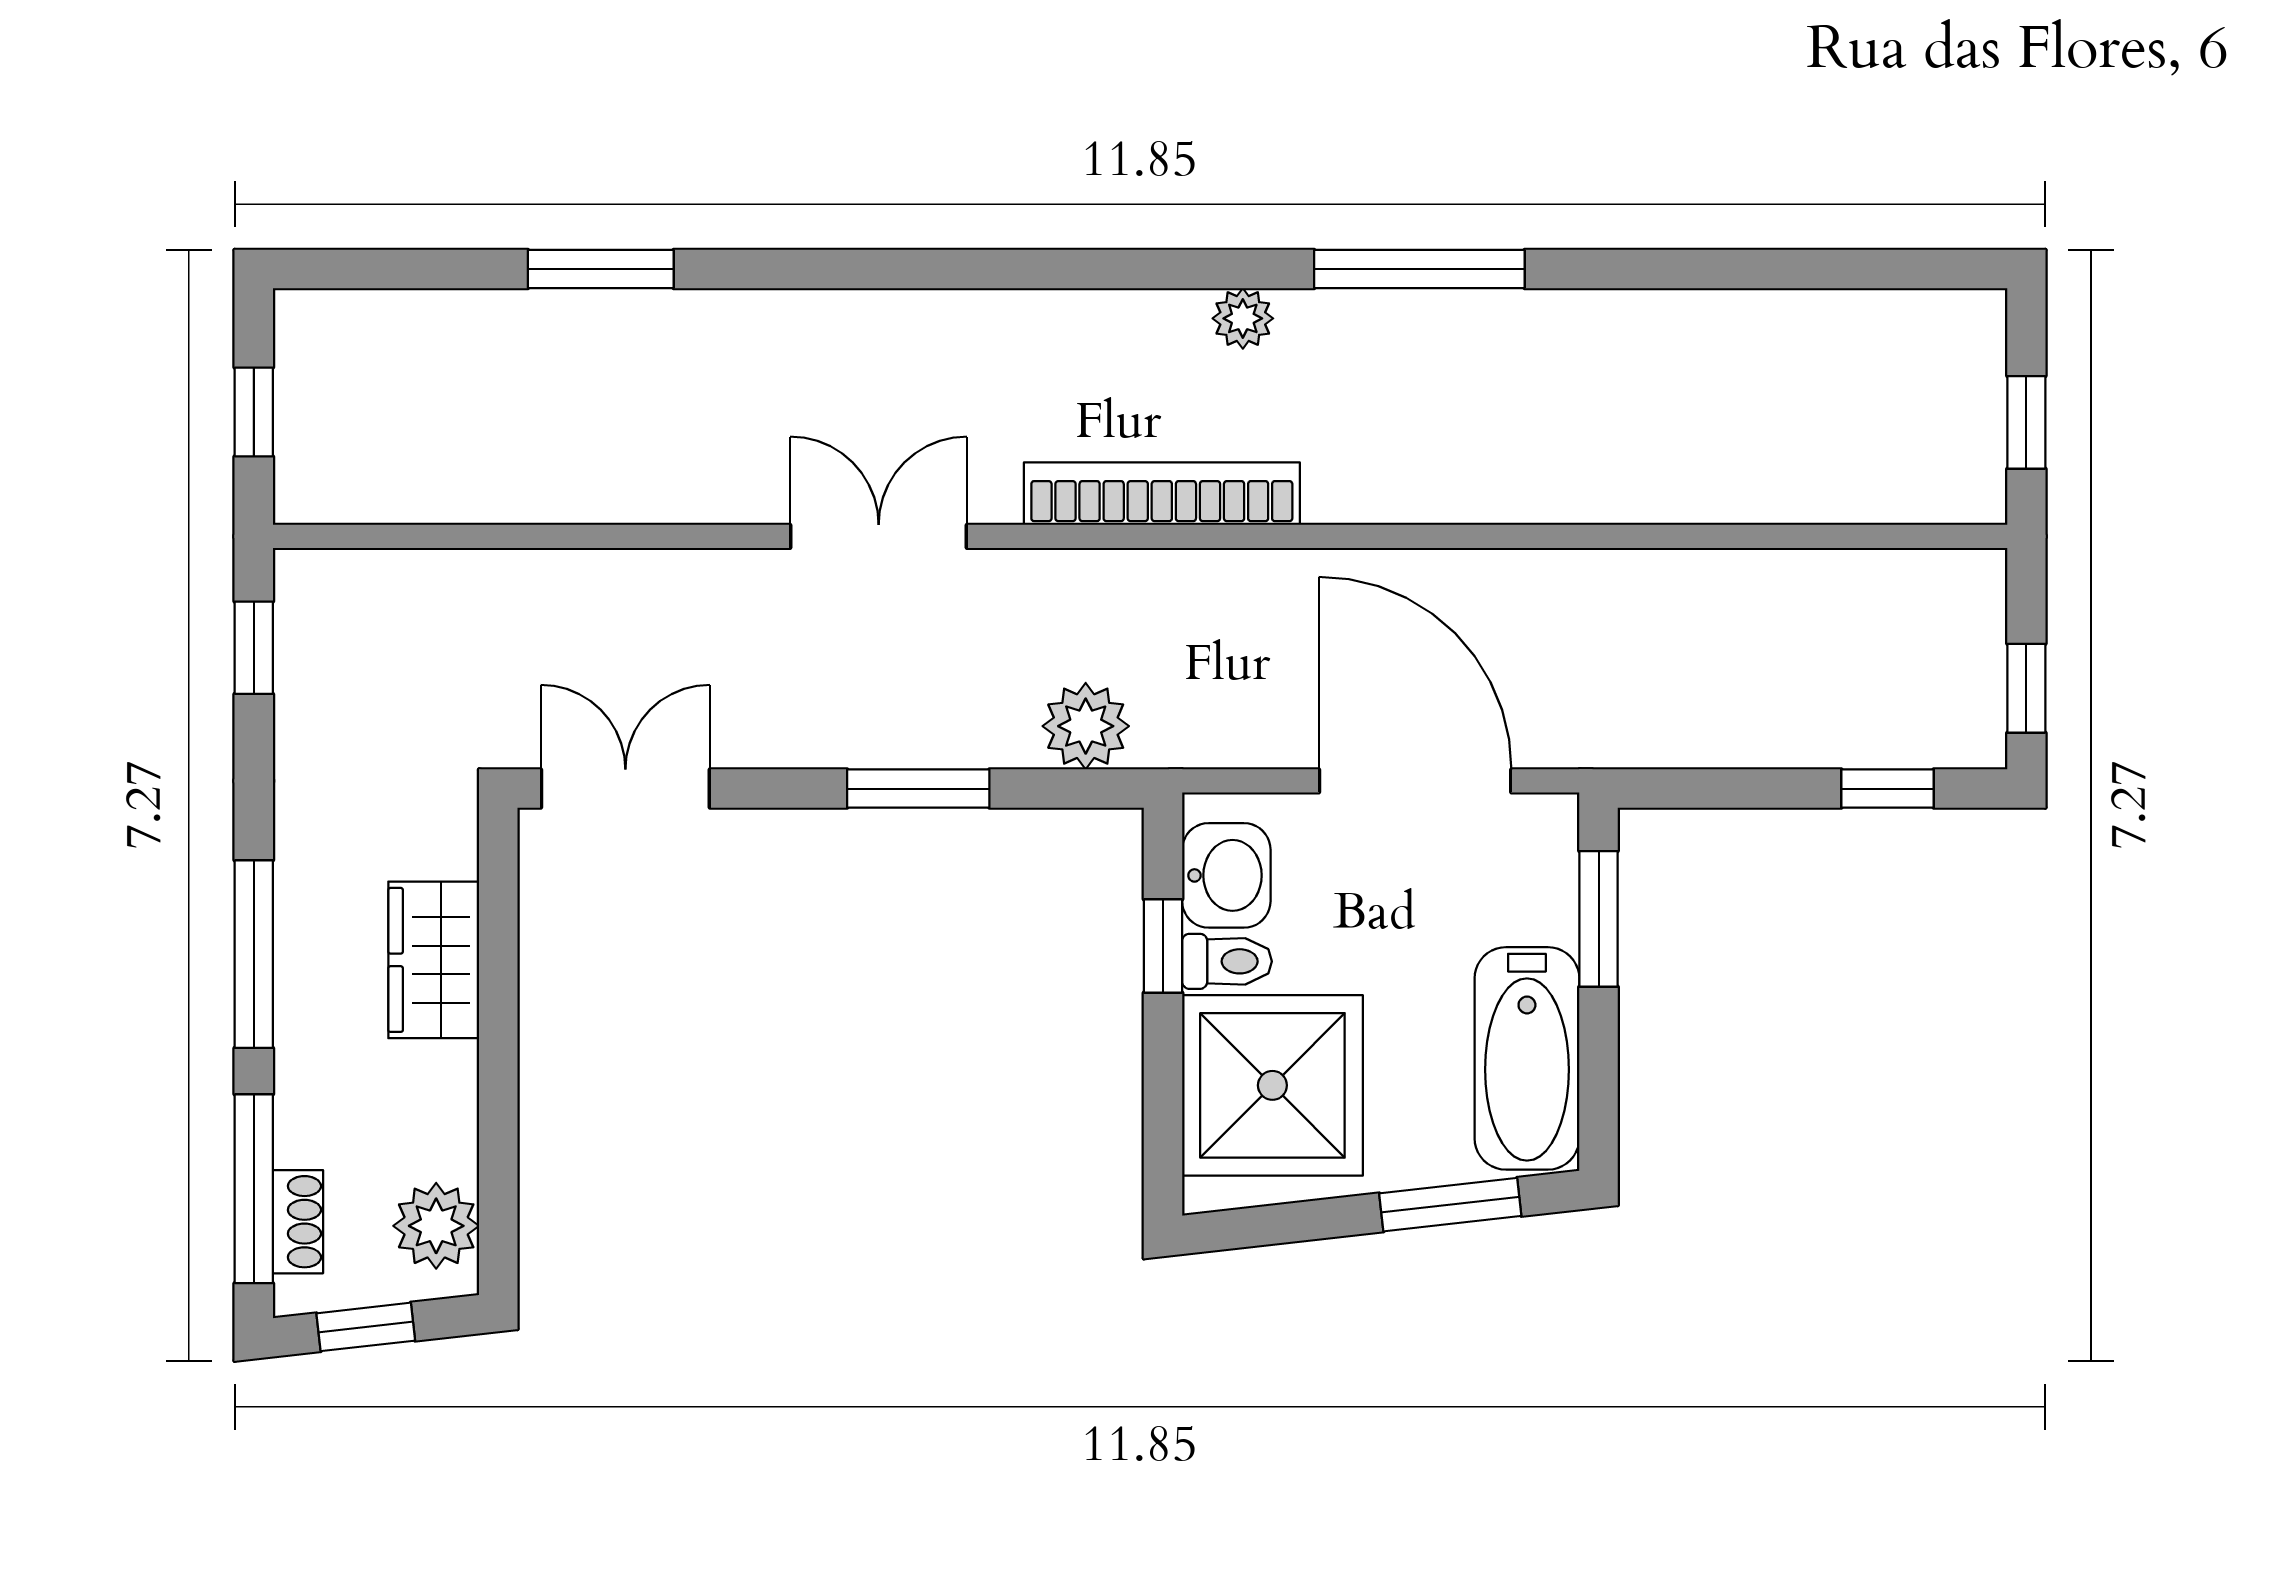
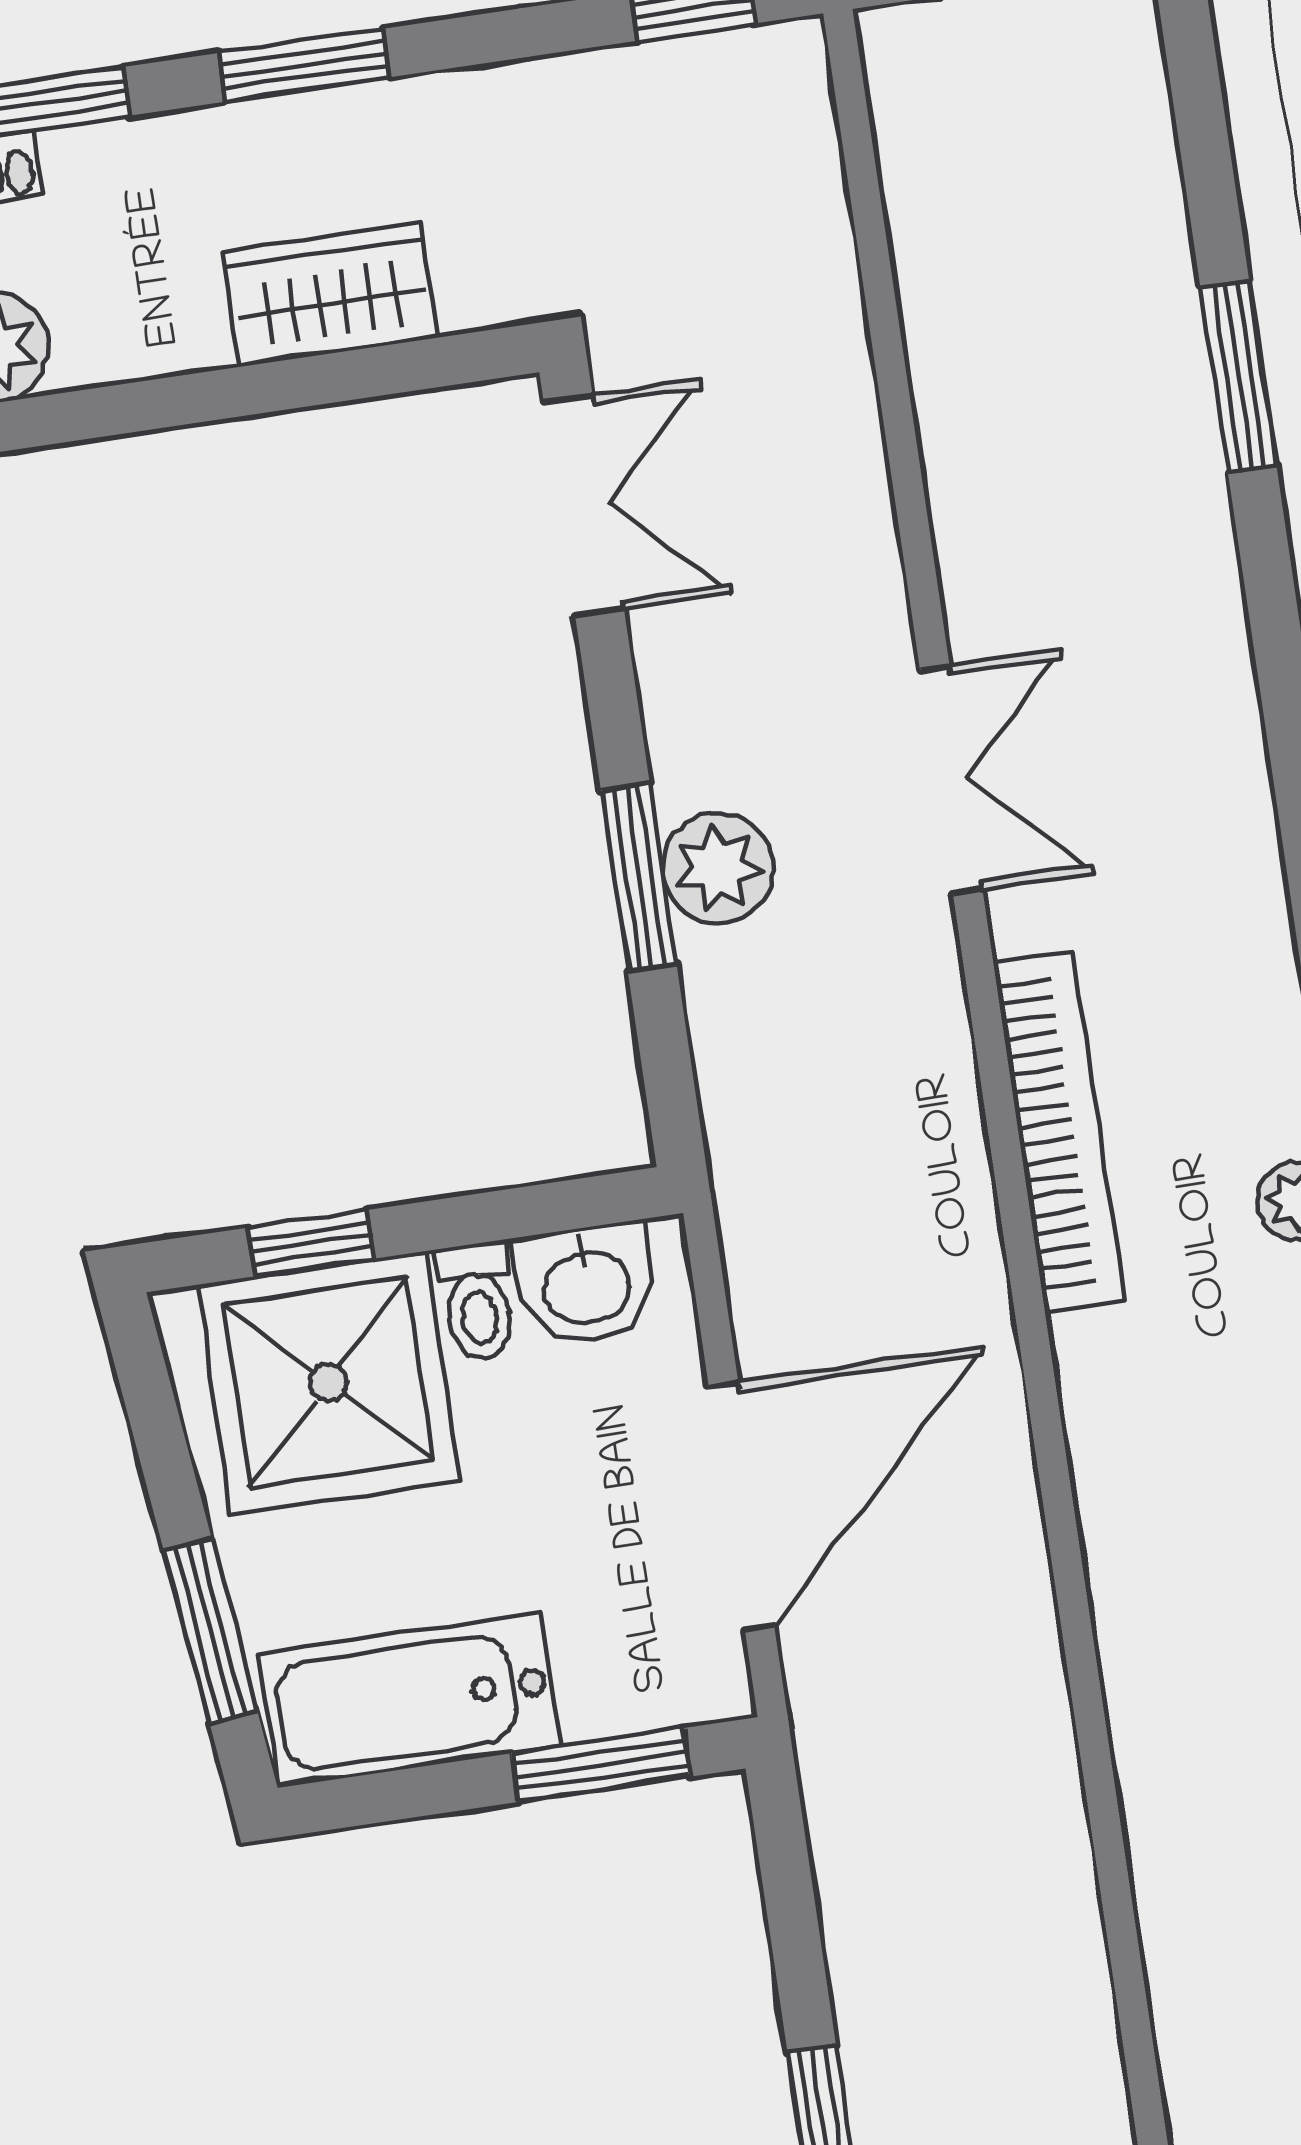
plant: (1086, 726) -> (718, 868), moved
window: (1163, 946) -> (311, 1243), moved
window: (254, 954) -> (304, 65), width x0.69

